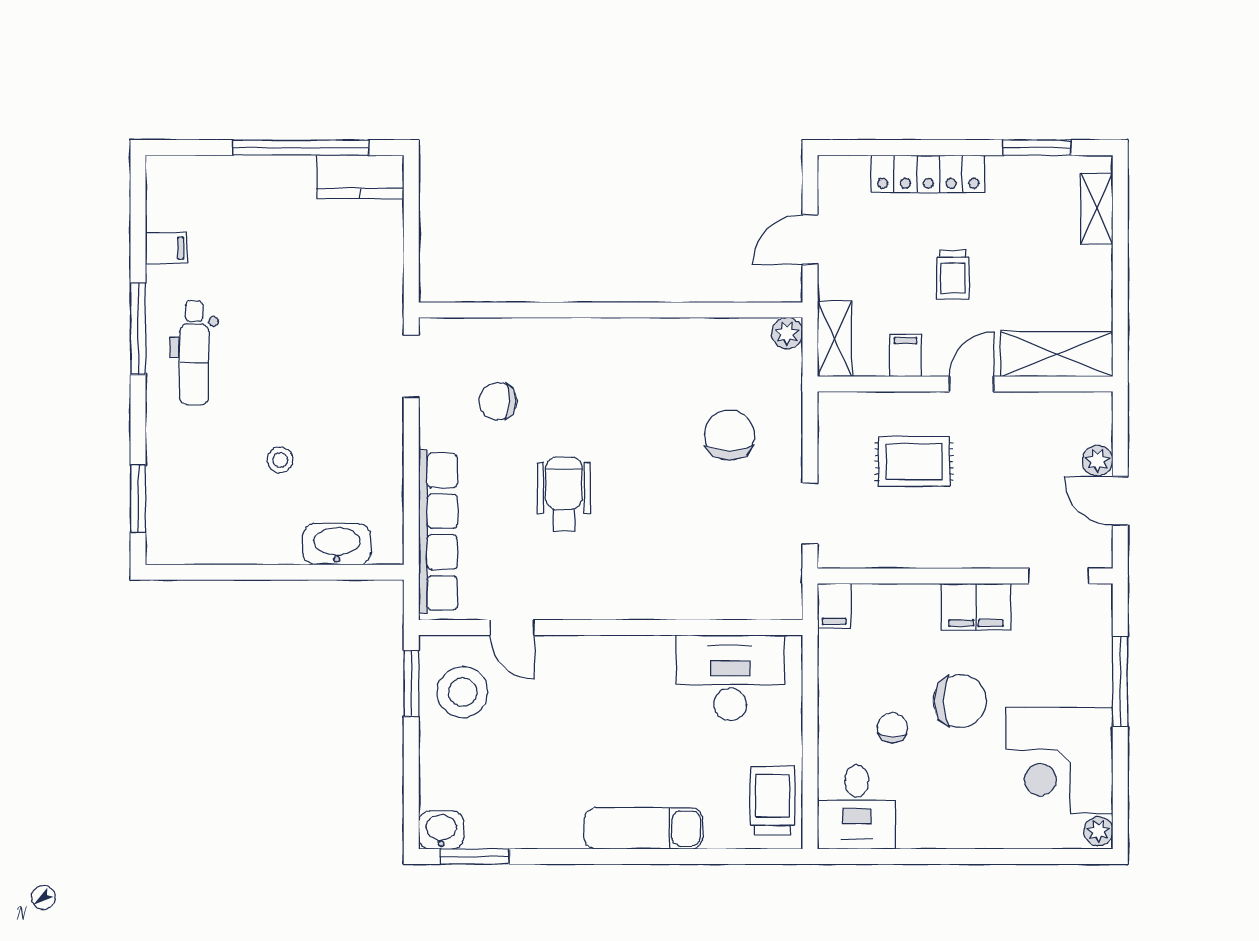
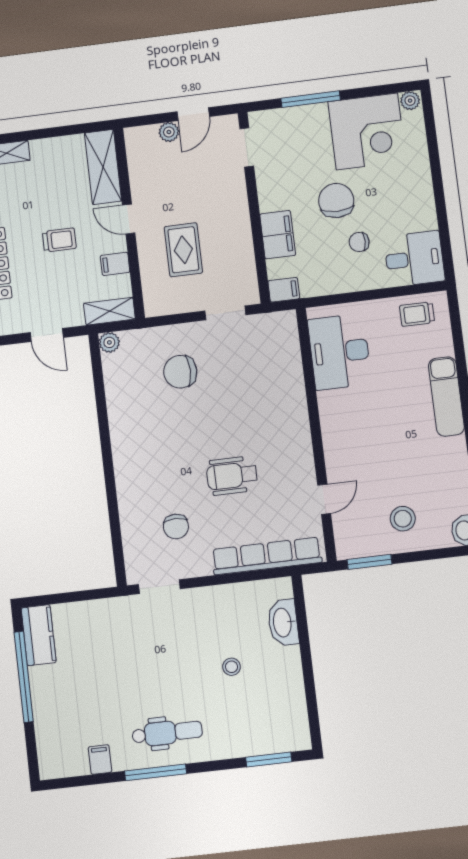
filing cabinet: (976, 607) -> (278, 235), moved
stool: (463, 692) -> (403, 519), moved, width x0.73, depth x0.73
trolley: (773, 800) -> (417, 314), width x0.73, depth x0.72

